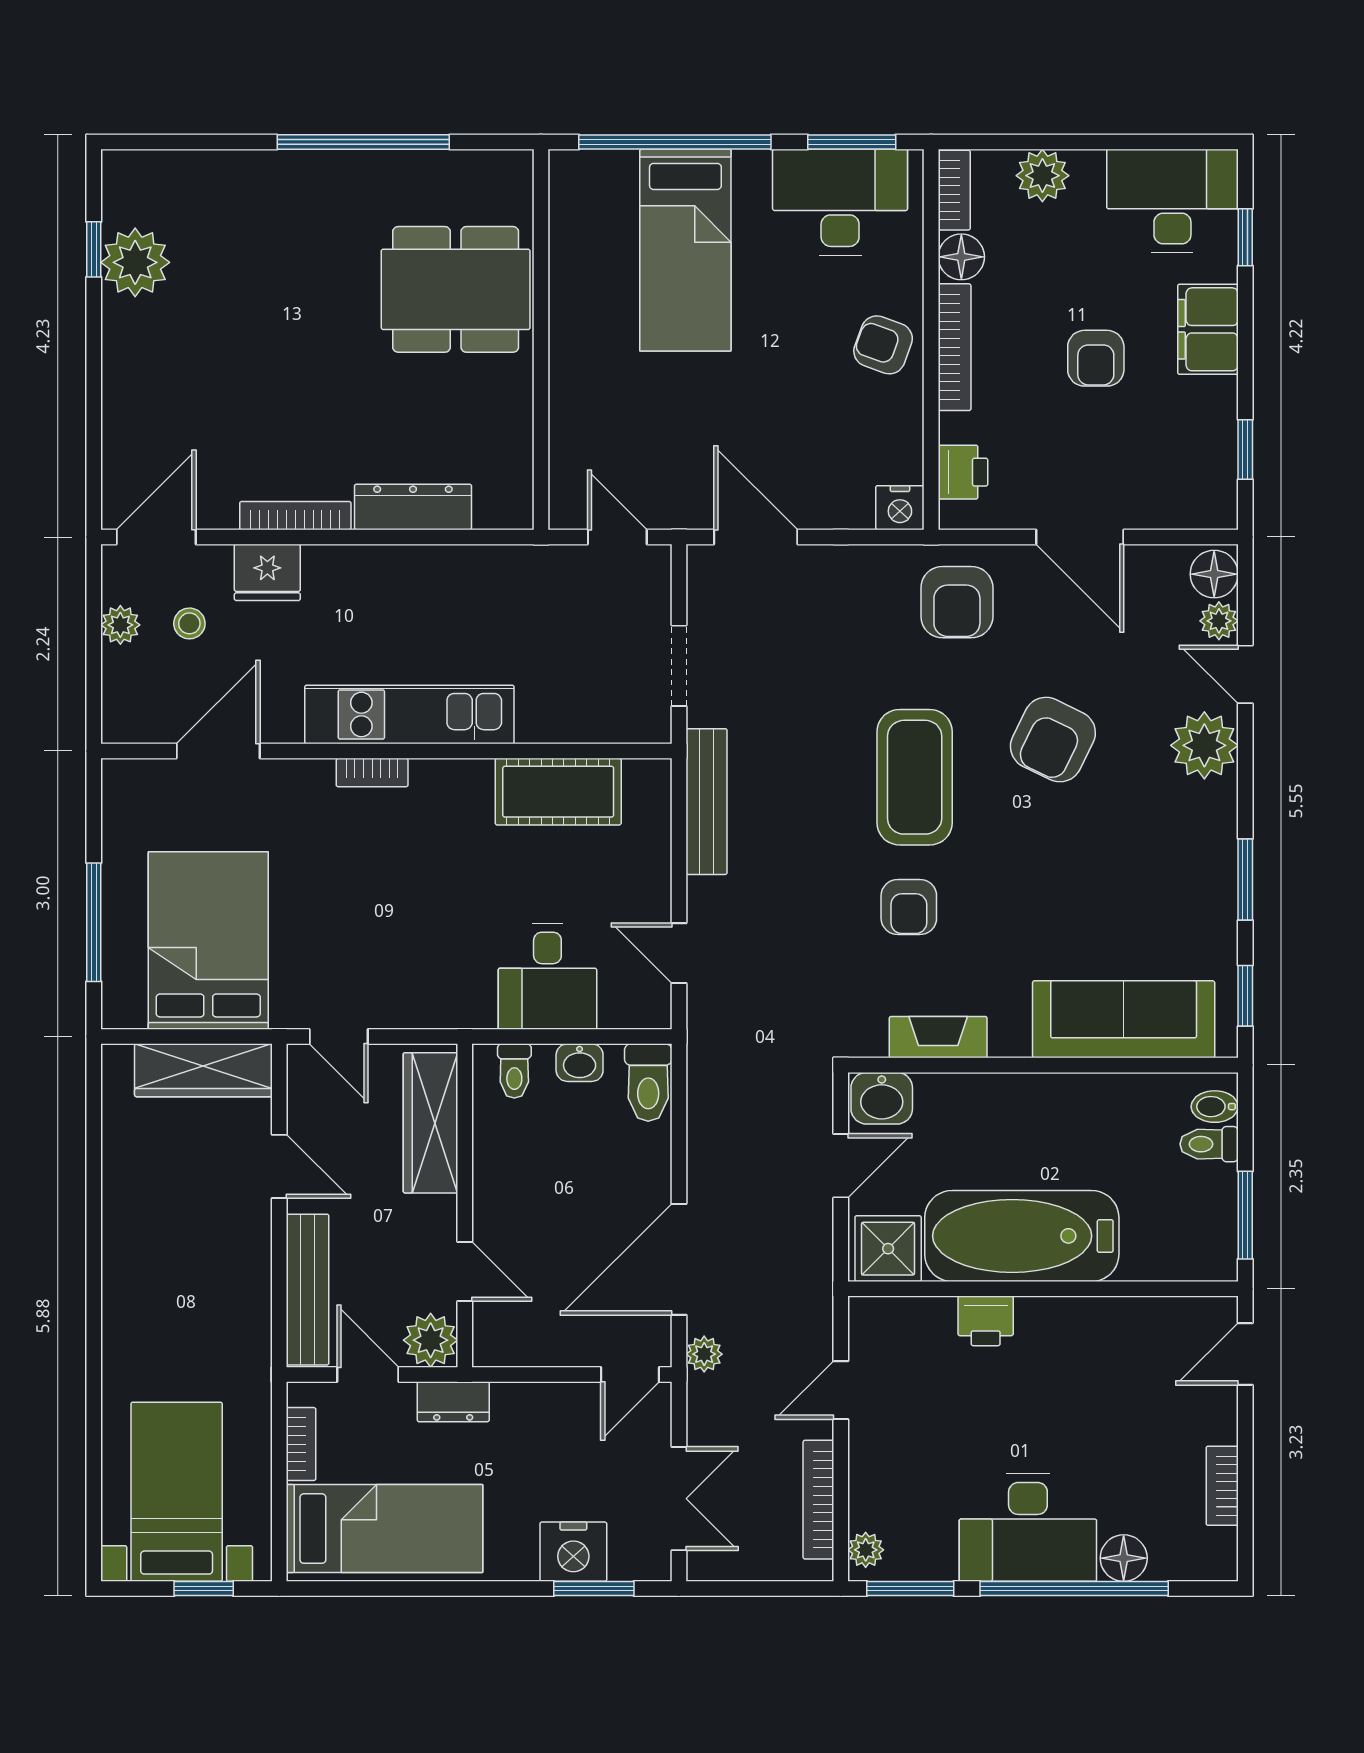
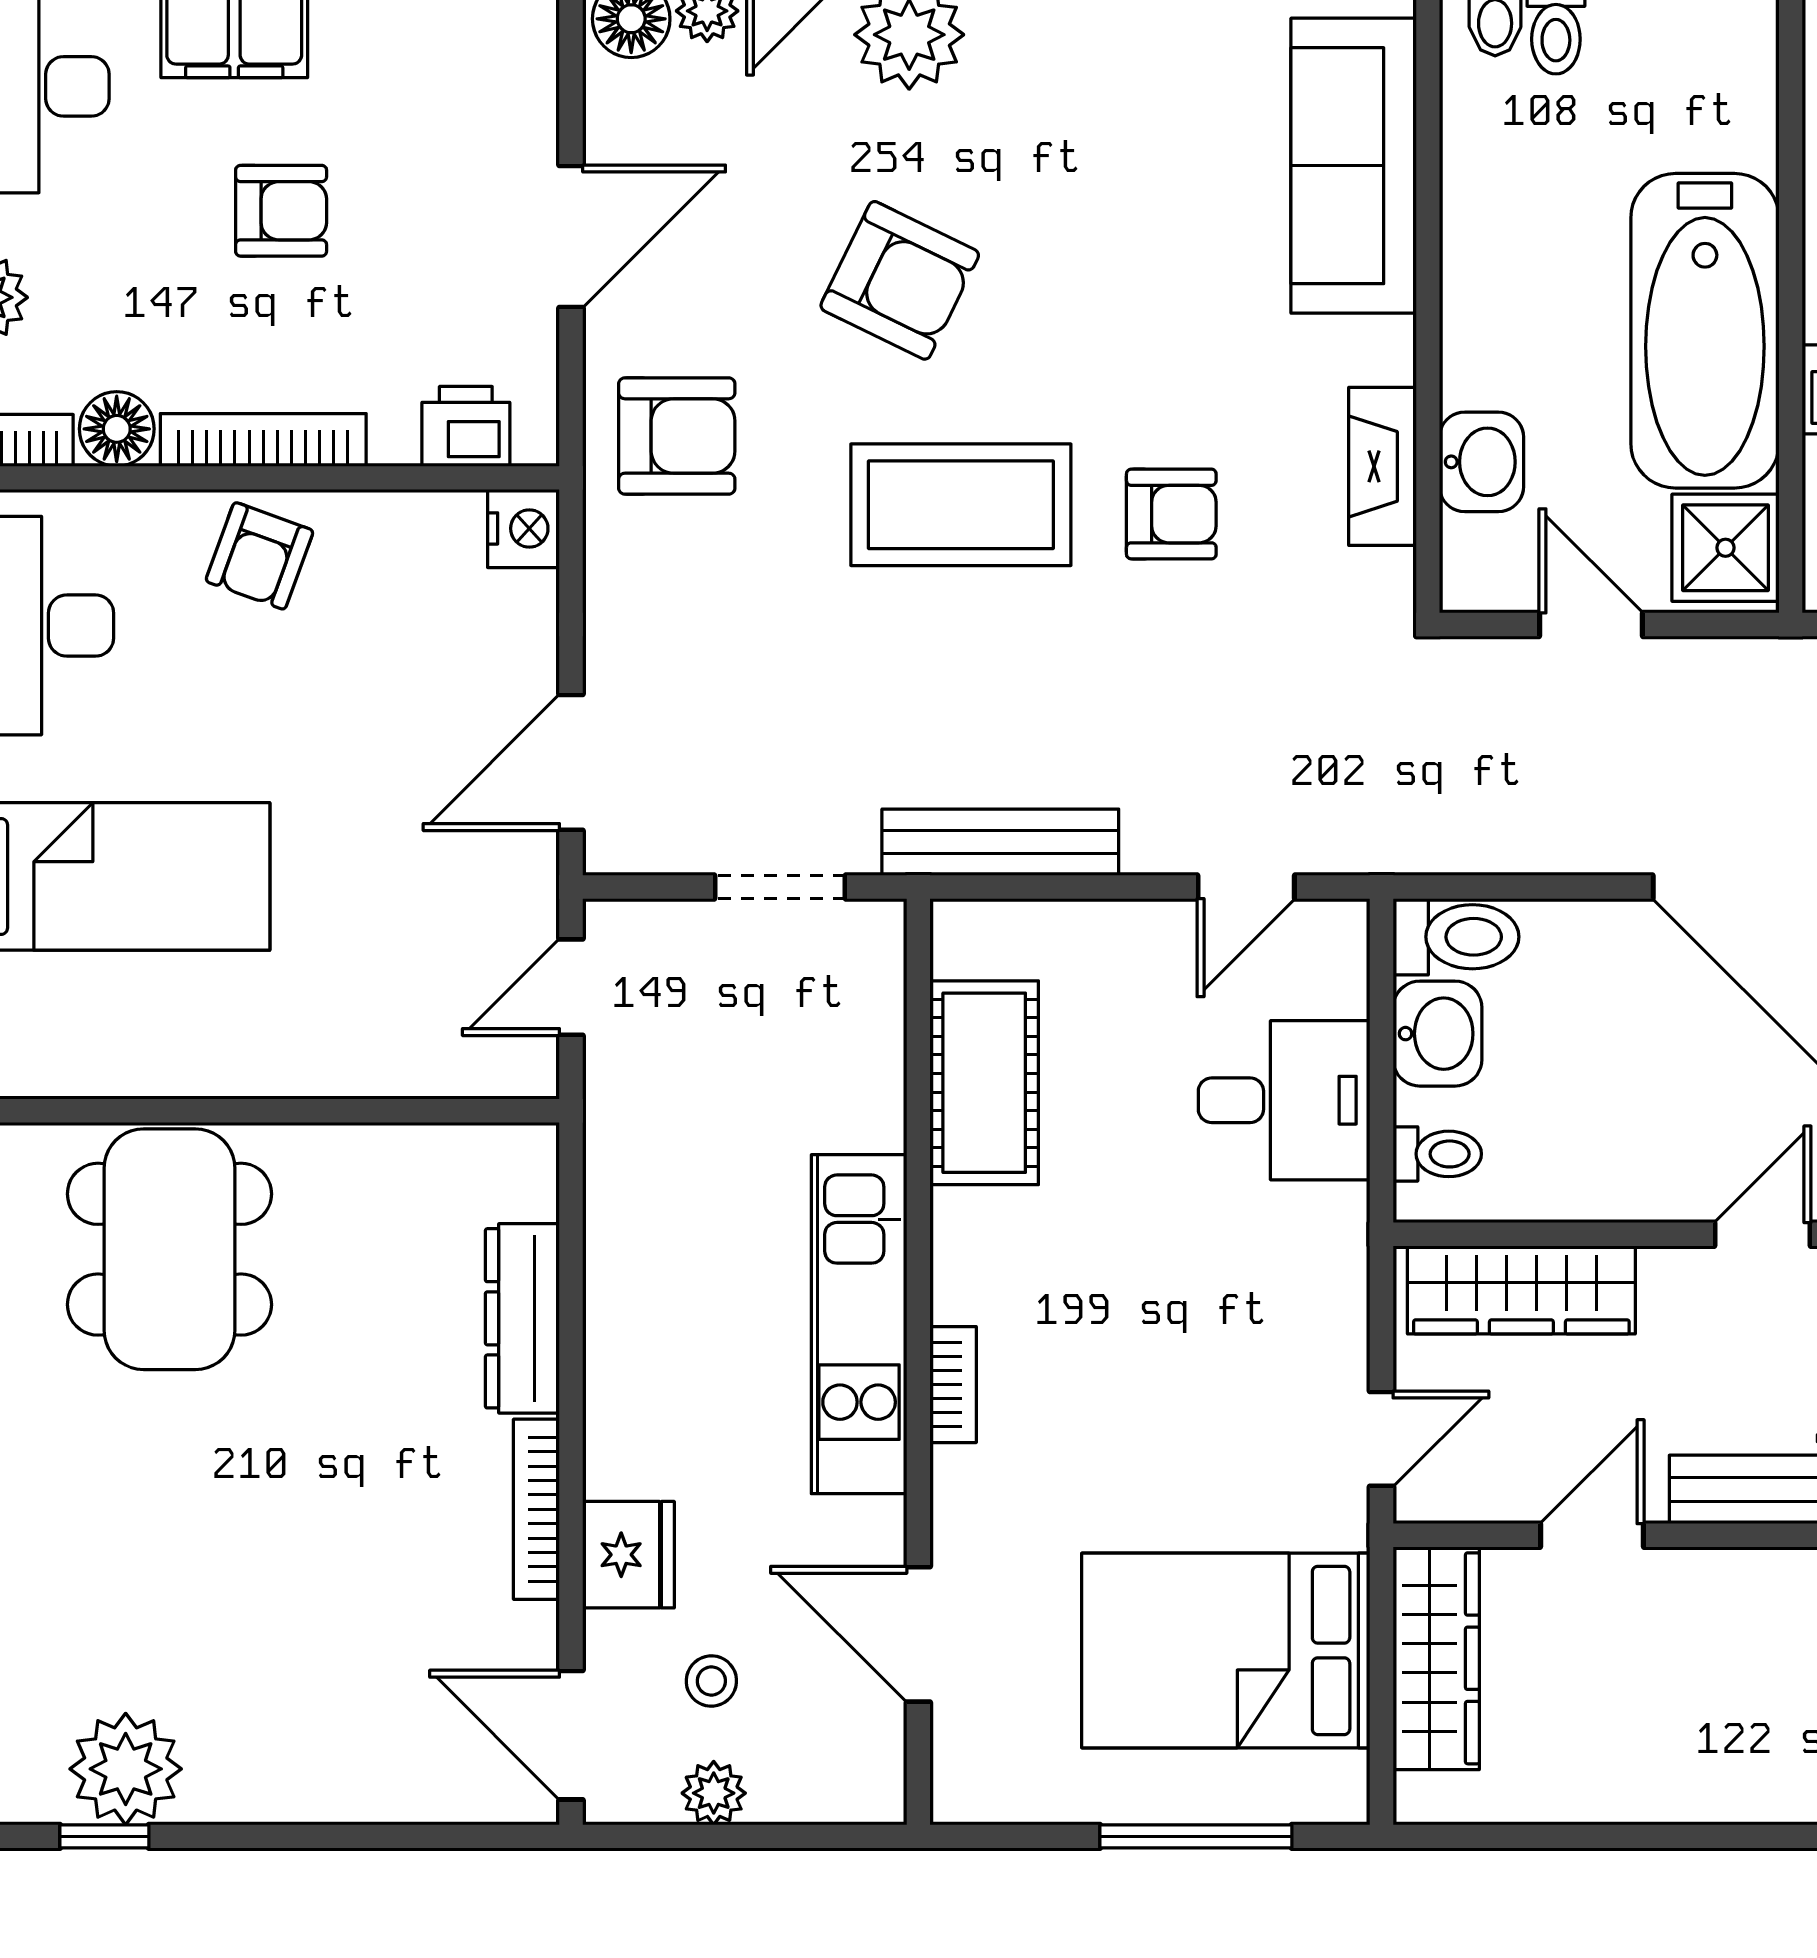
washbasin: (580, 1063) -> (1437, 1034), width x1.38, depth x1.45
washbasin: (882, 1098) -> (1482, 462), moved

